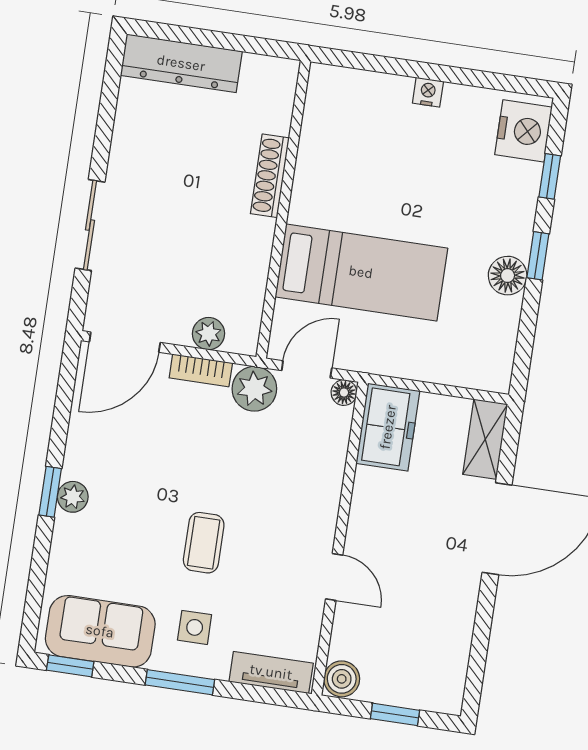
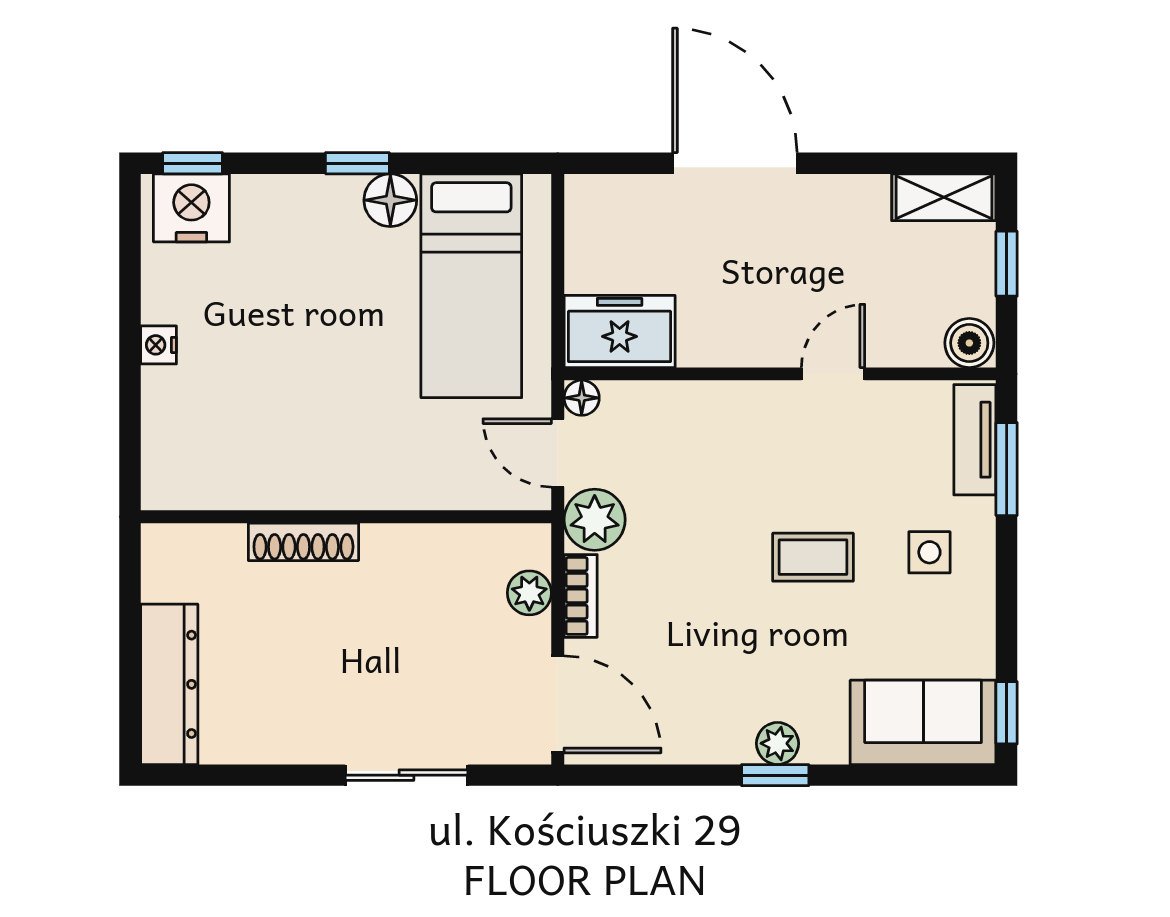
window: (550, 176) -> (193, 163), moved
bed: (361, 272) -> (471, 286), moved, turned 180
shelving: (485, 439) -> (944, 197), moved
sofa: (100, 631) -> (923, 722), moved, turned 90
window: (180, 682) -> (1007, 469), moved

